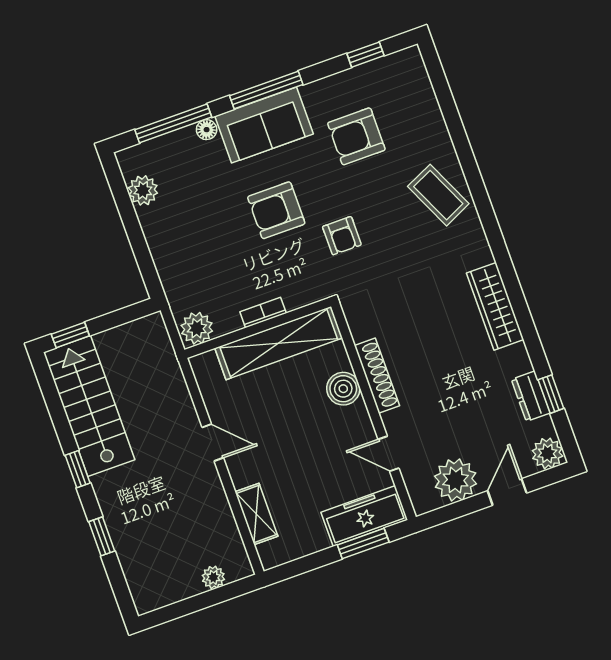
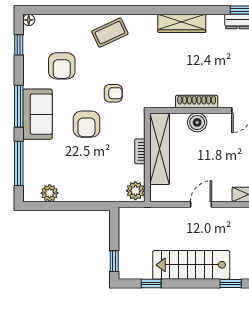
floor lamp: (207, 130) -> (29, 20), moved
stairs: (89, 406) -> (191, 265), moved
window: (78, 469) -> (151, 283), moved

